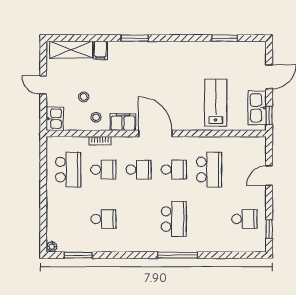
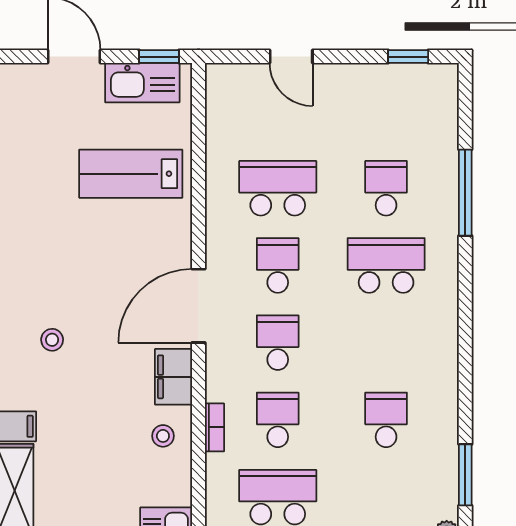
stool: (84, 97) -> (52, 340), moved
school desk: (244, 219) -> (386, 188), moved
window: (178, 255) -> (465, 193), moved

